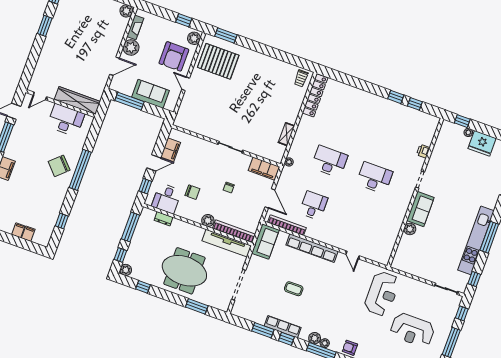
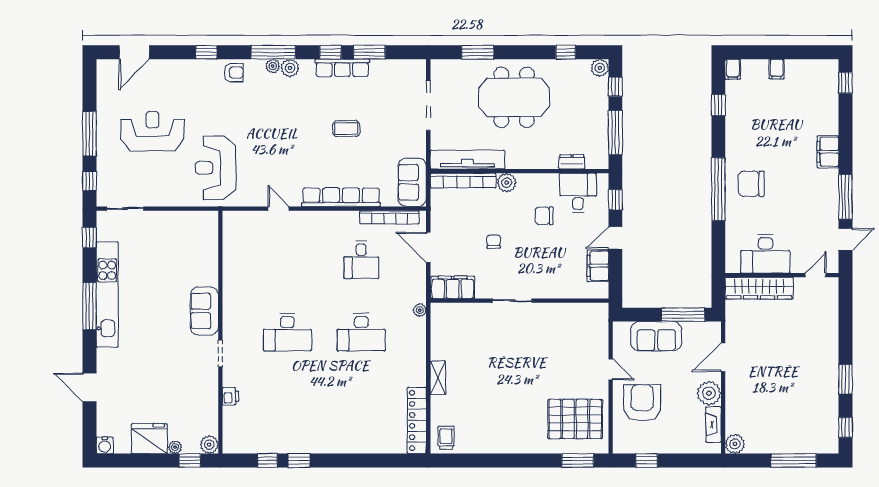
plant: (194, 38) -> (622, 440), removed
shelving: (286, 134) -> (438, 378), moved
chair: (59, 166) -> (751, 184), turned -137
plant: (410, 229) -> (209, 445), moved
filing cabinet: (28, 234) -> (733, 69), moved

